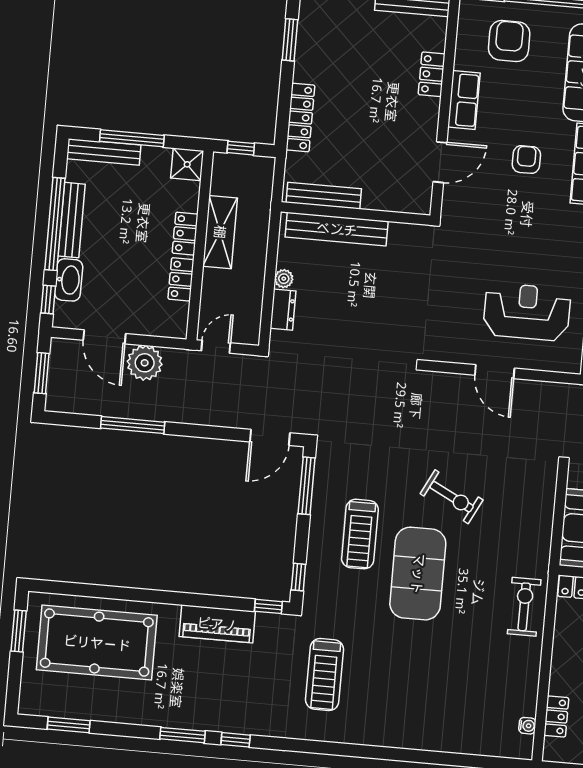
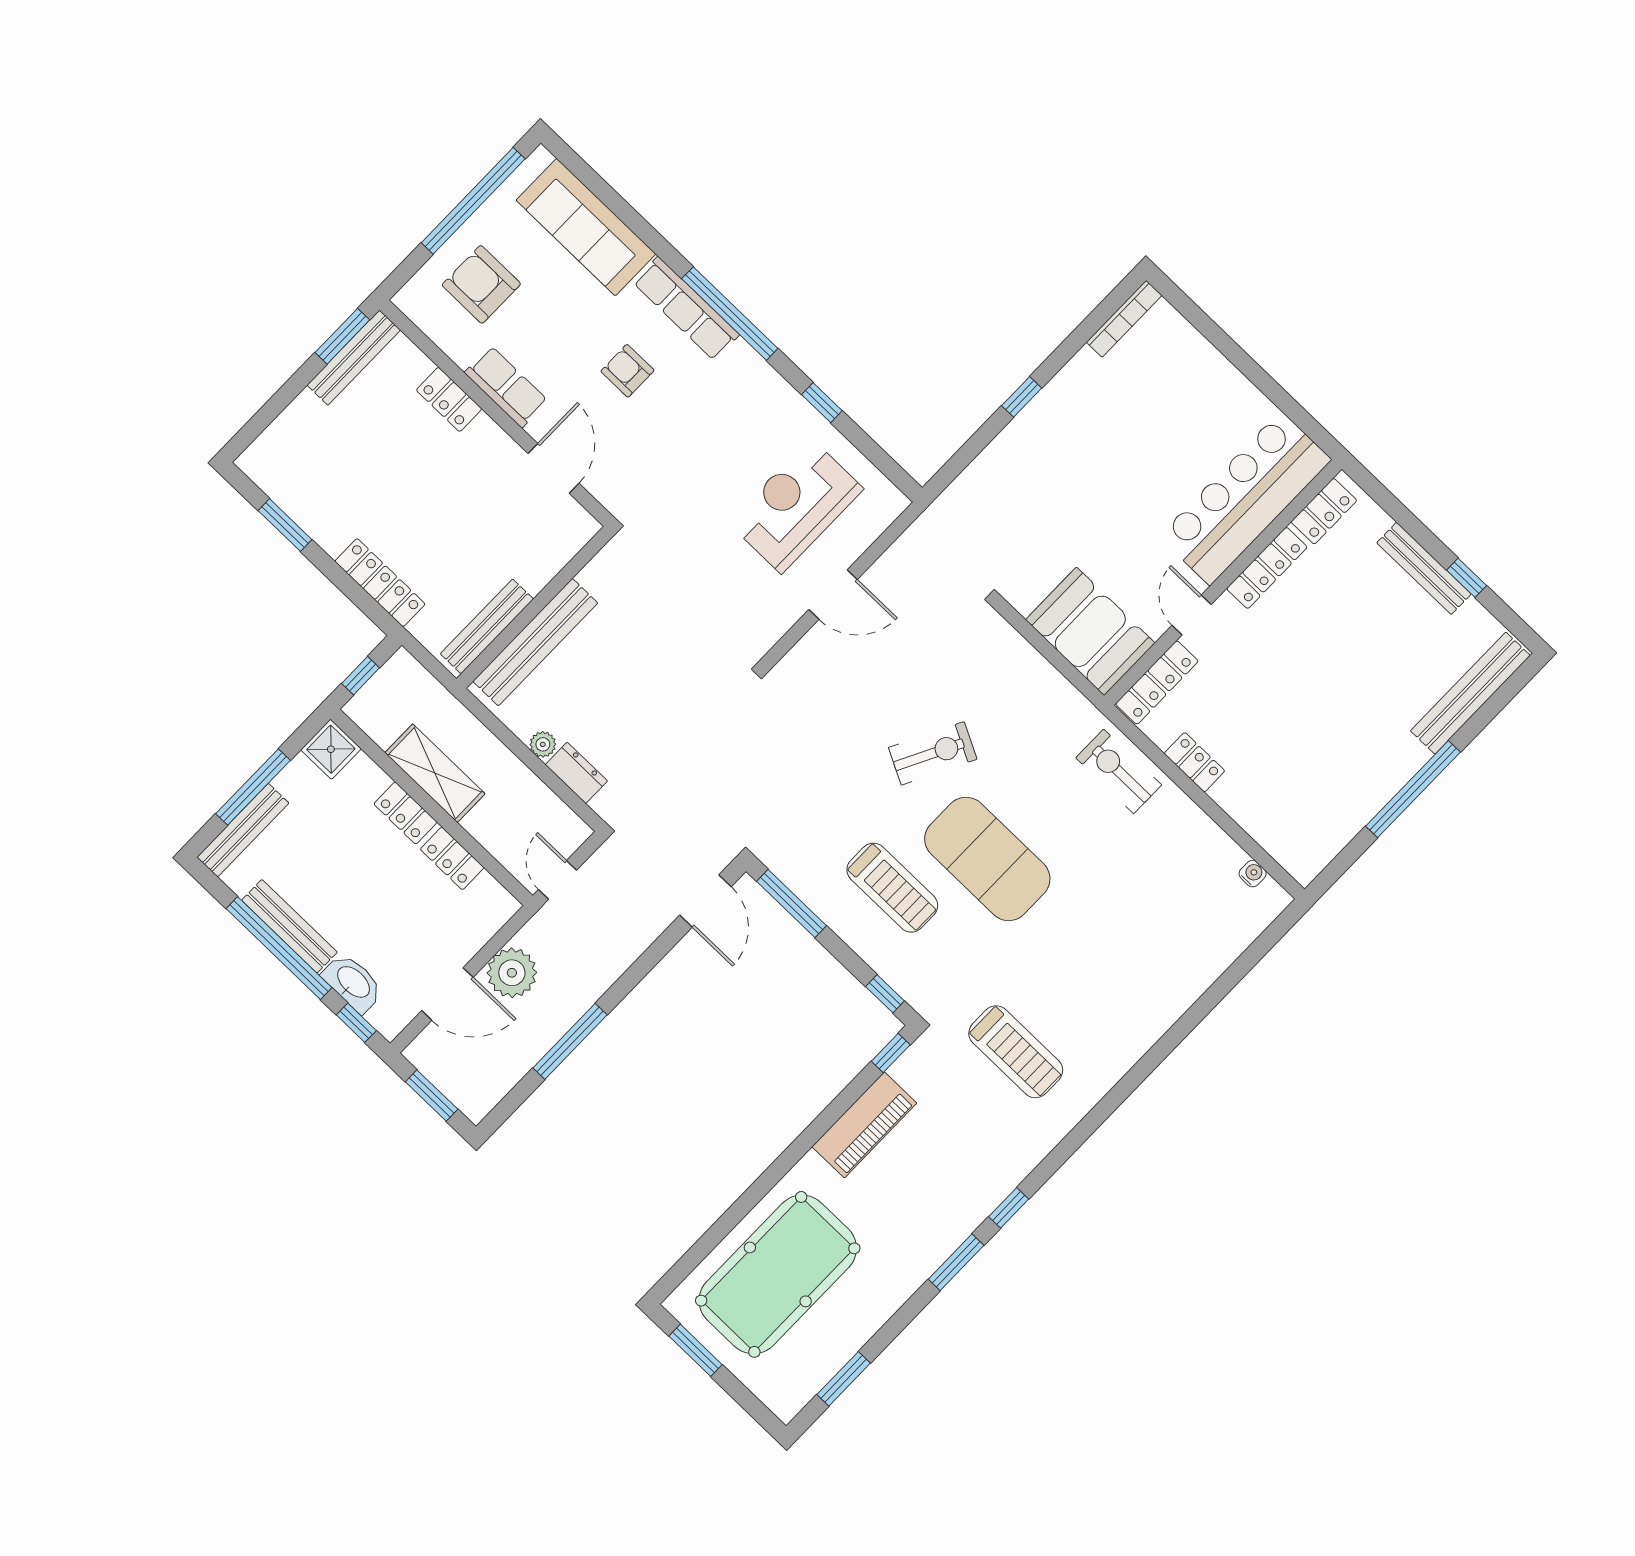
locker: (556, 717) -> (1194, 762), moved

